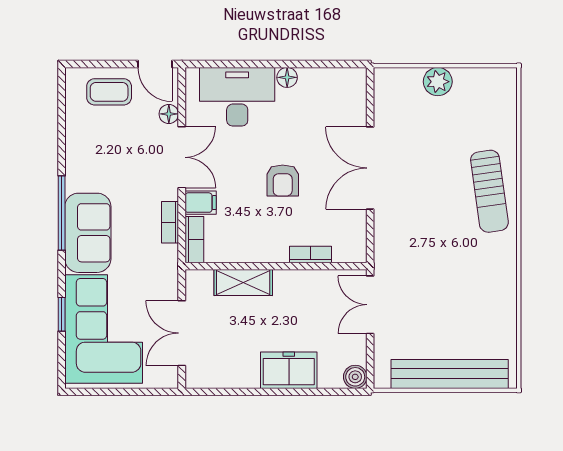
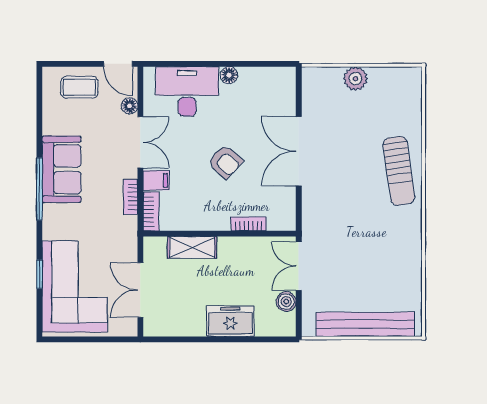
armchair: (283, 180) -> (225, 162), turned -48
sofa: (88, 233) -> (62, 169), moved
boiler: (355, 377) -> (286, 302), moved

